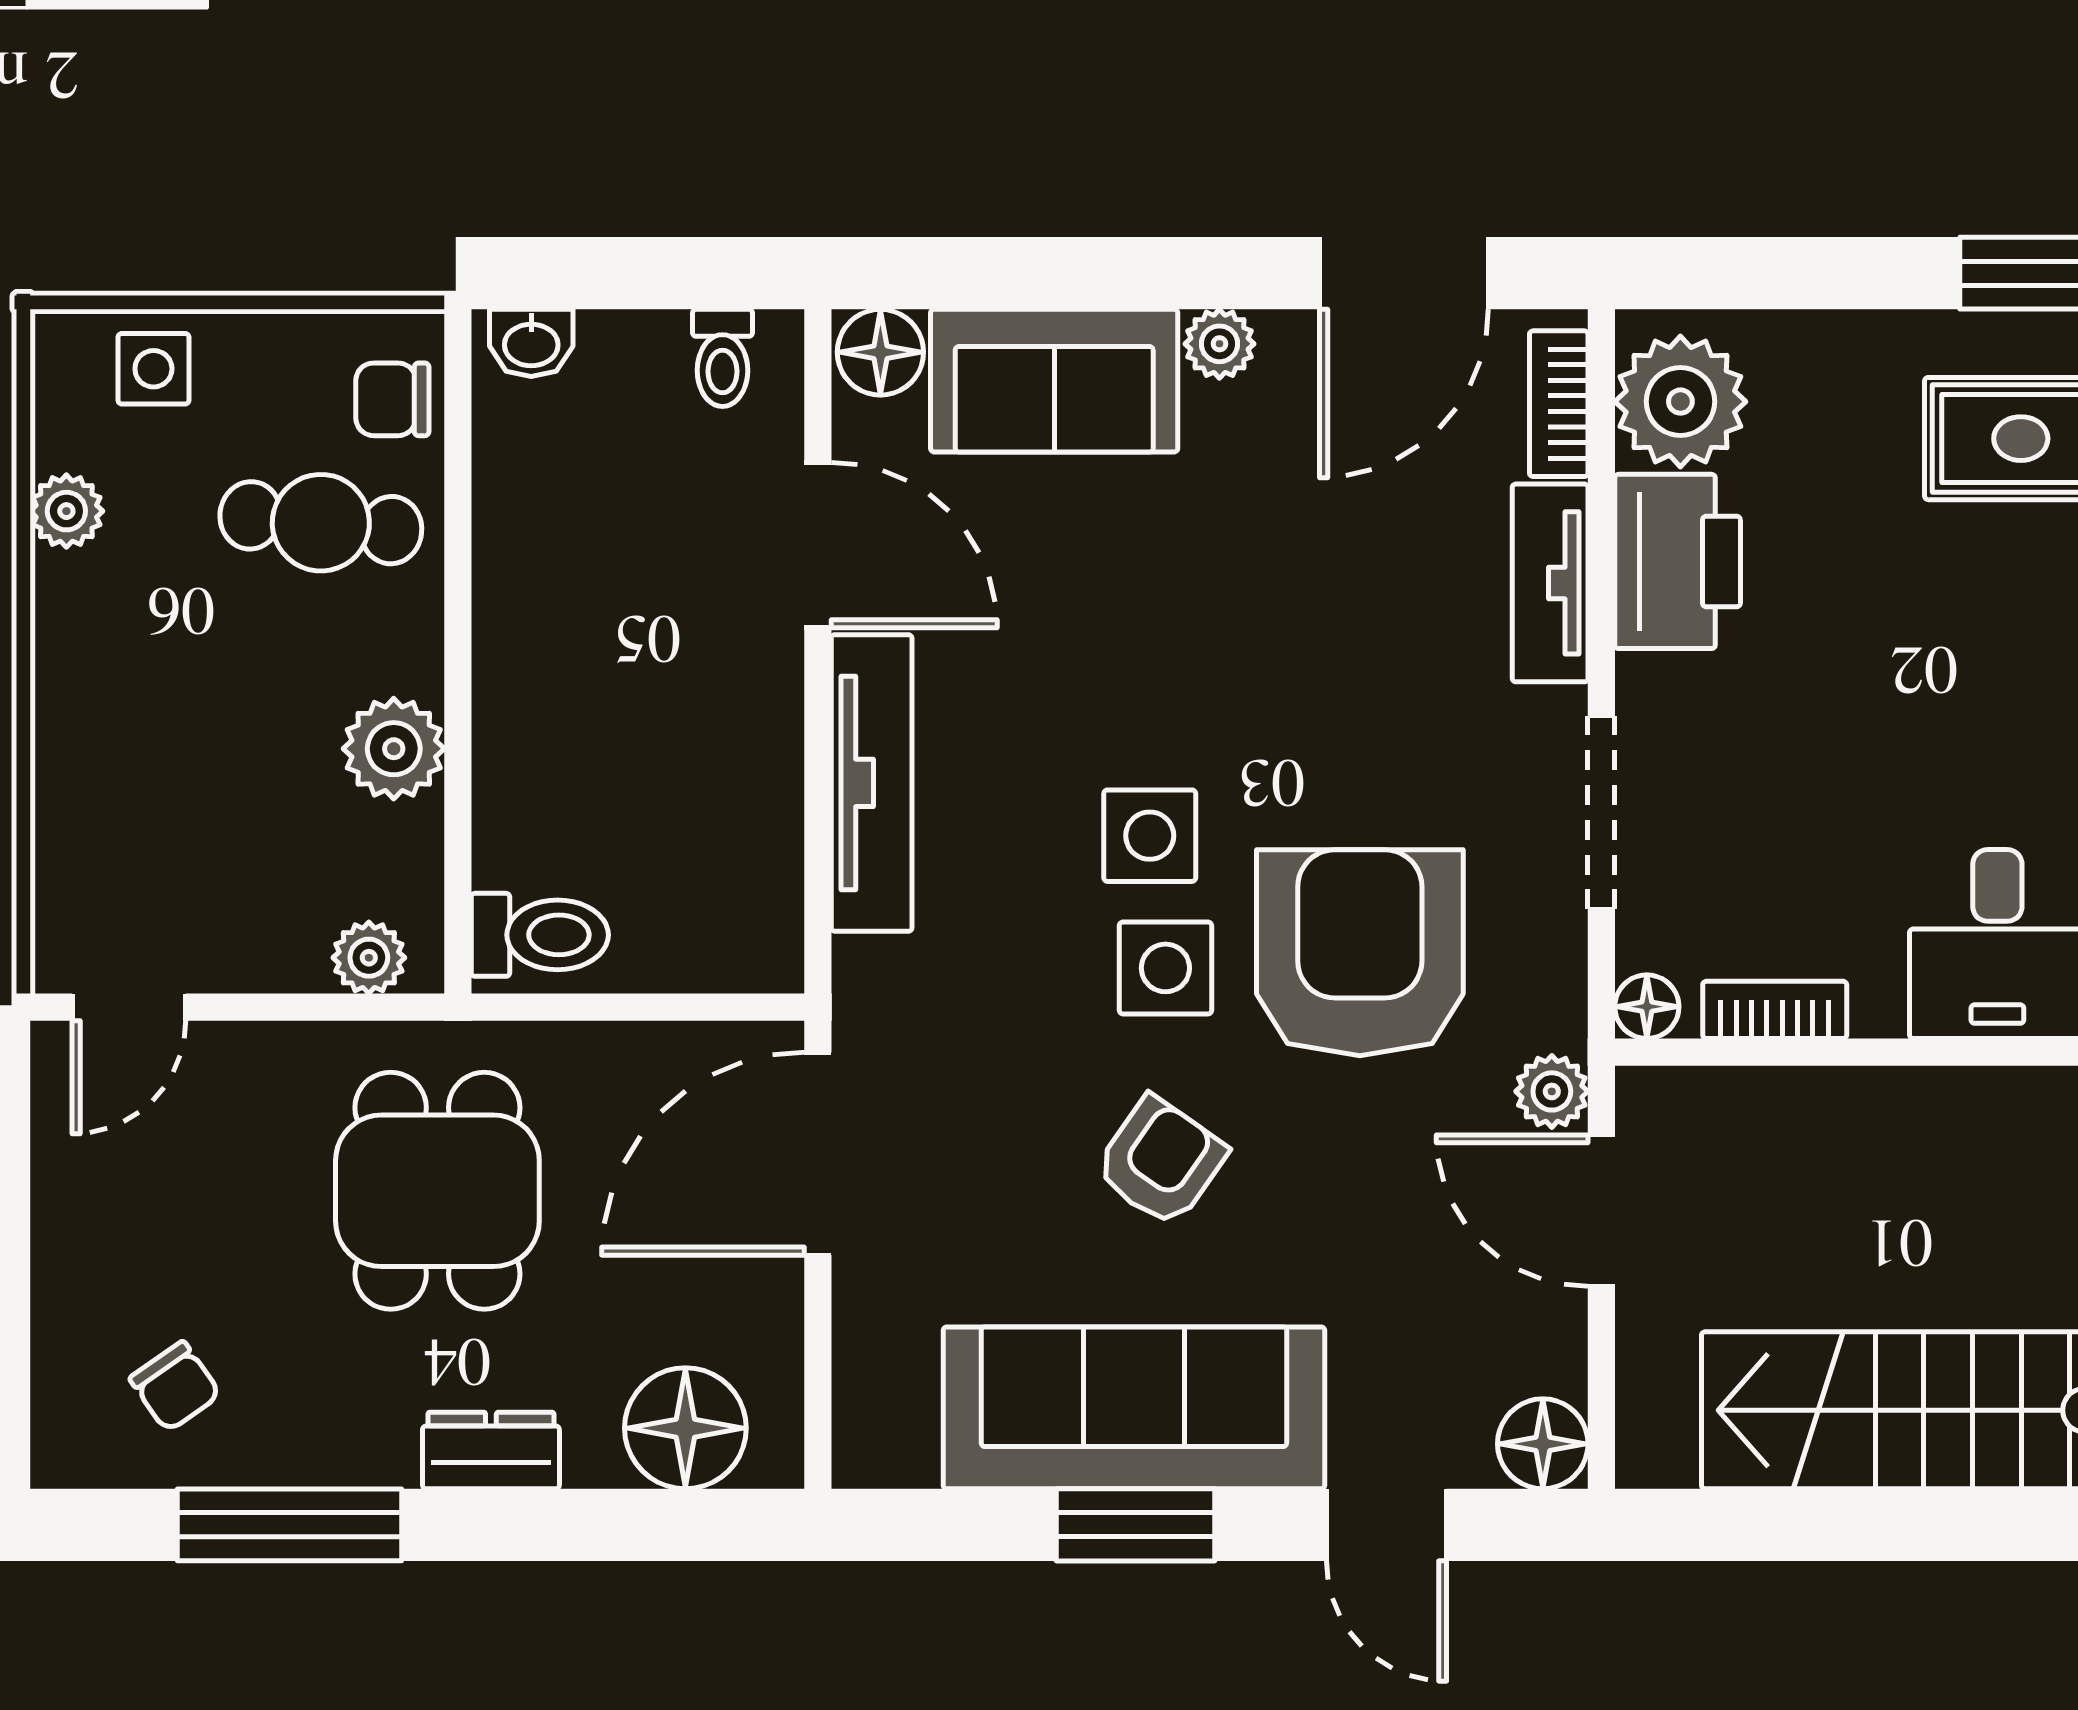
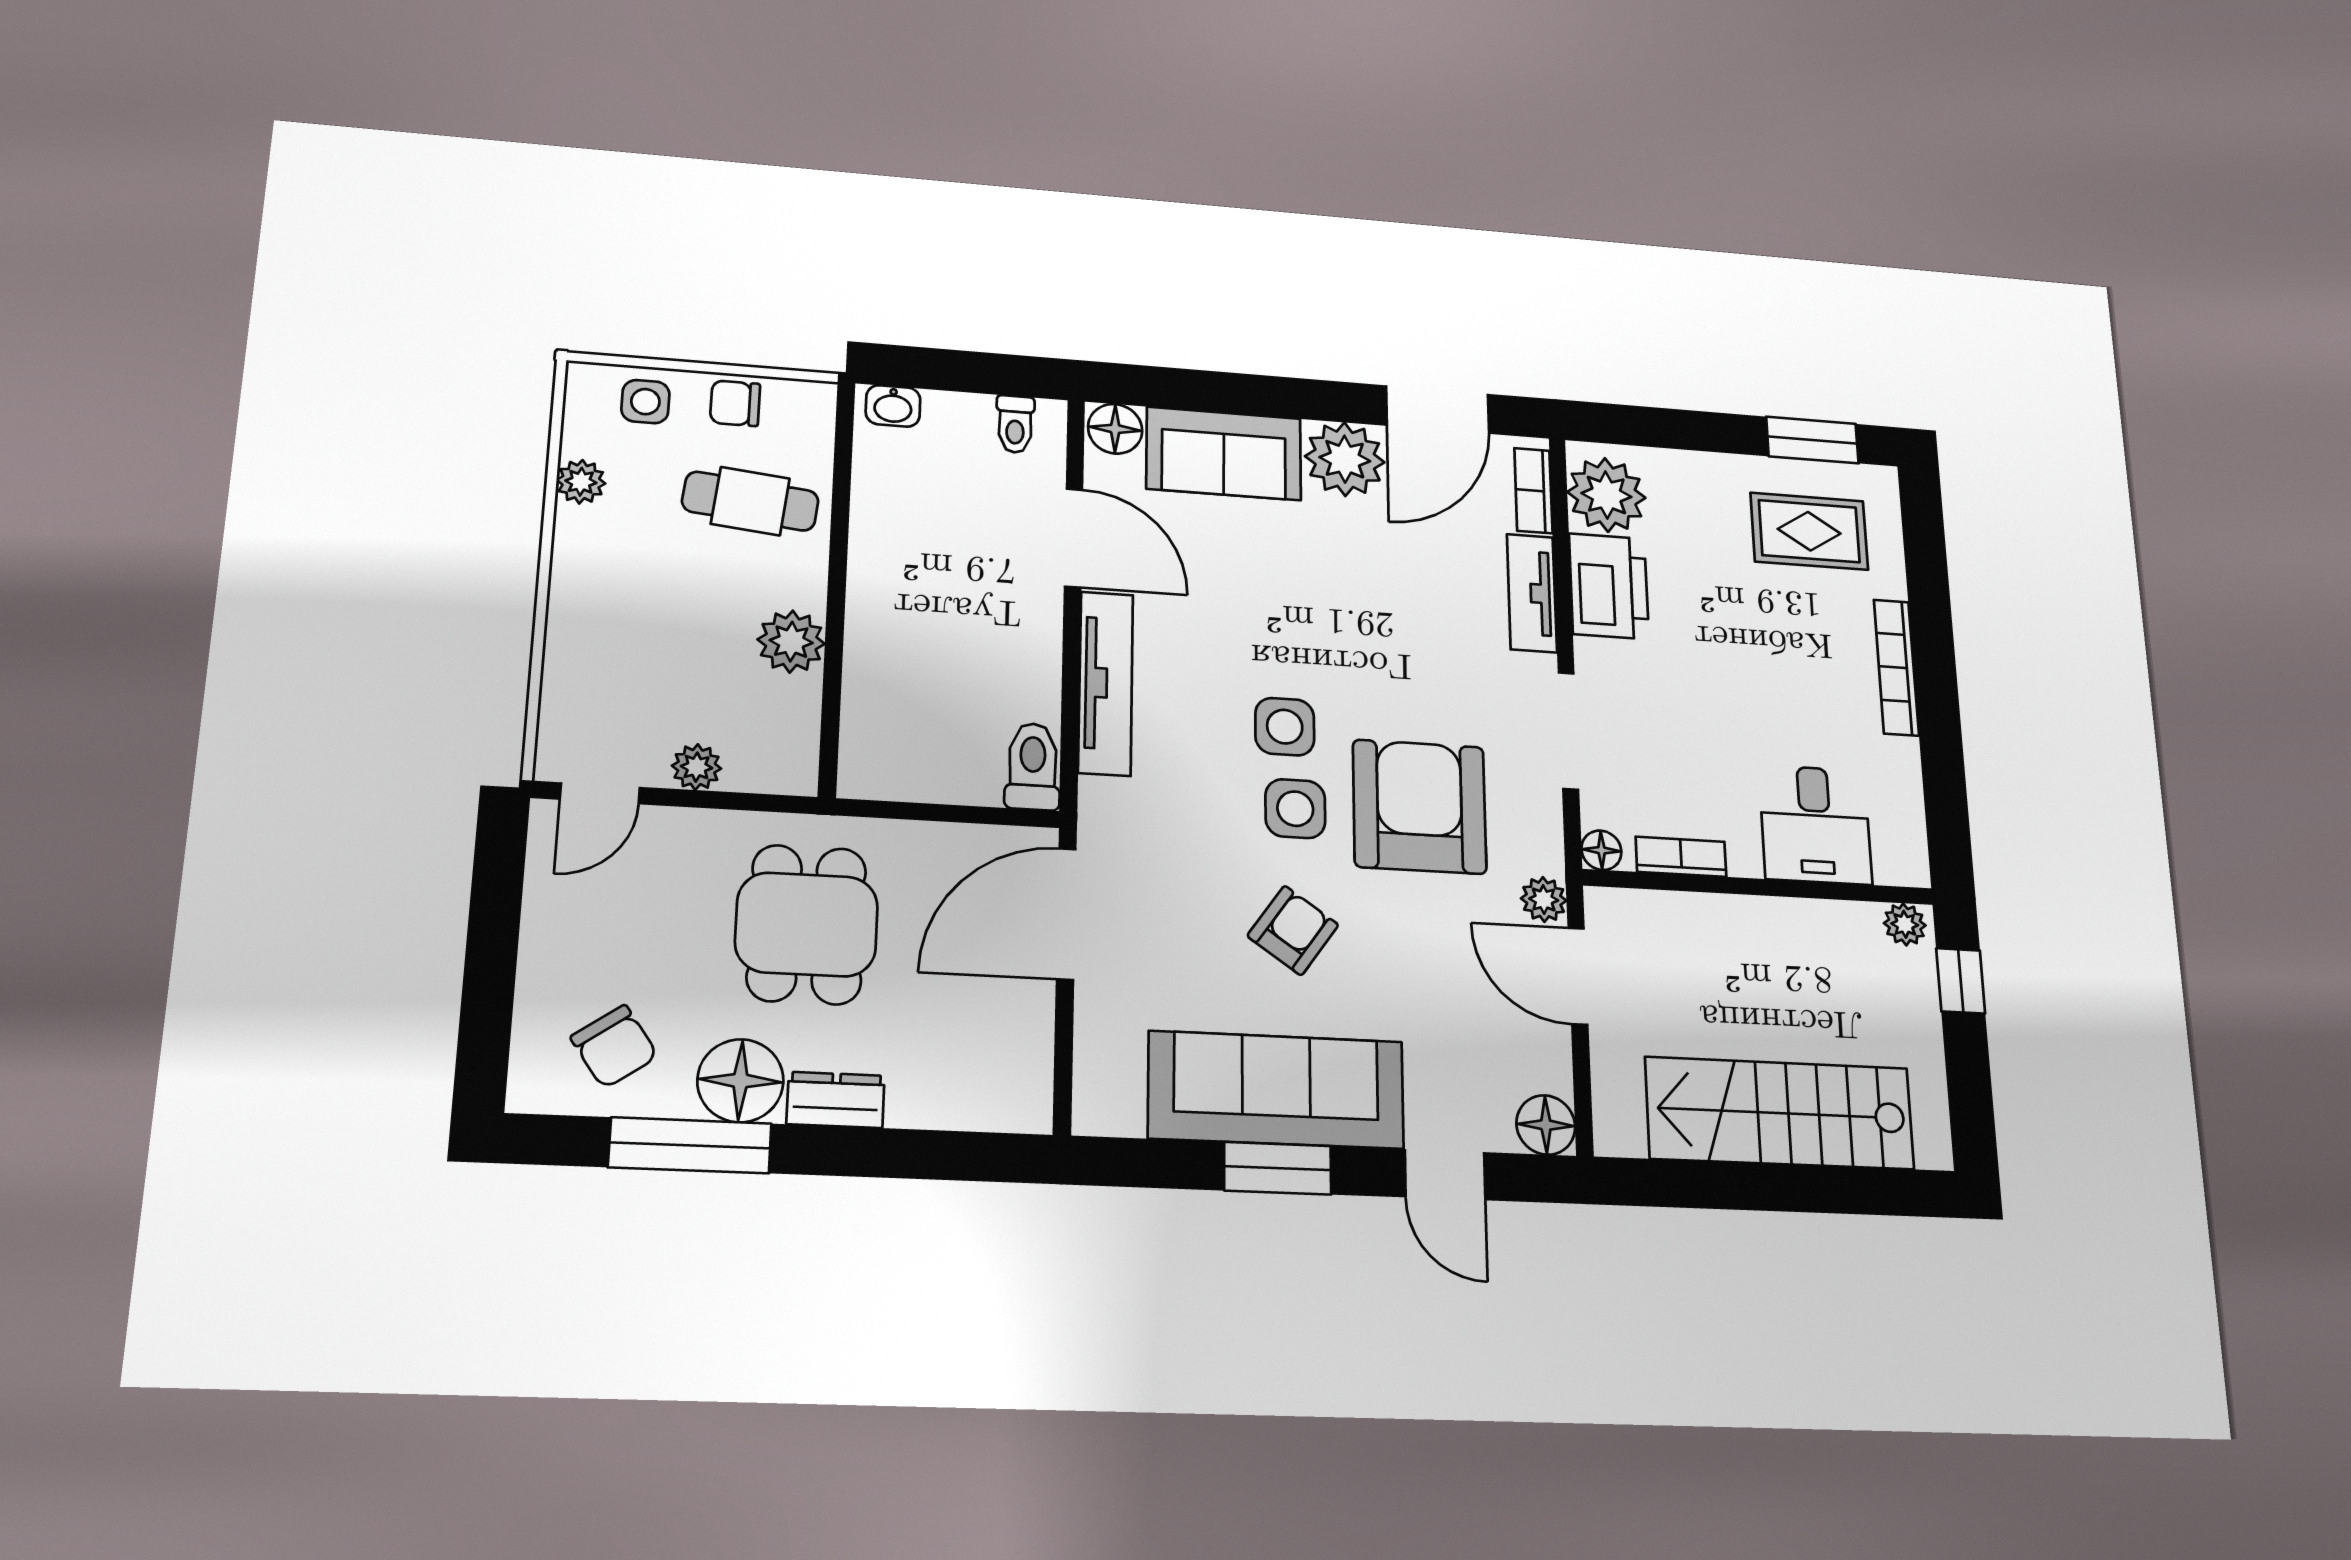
plant: (1219, 344) -> (1345, 459), width x1.87, depth x1.87
chair: (392, 399) -> (735, 403), moved
toilet: (540, 935) -> (1033, 766), moved, turned -90
plant: (369, 958) -> (697, 767), moved
chair: (175, 1386) -> (614, 1047), width x1.37, depth x1.37
floor lamp: (685, 1428) -> (740, 1081), moved

